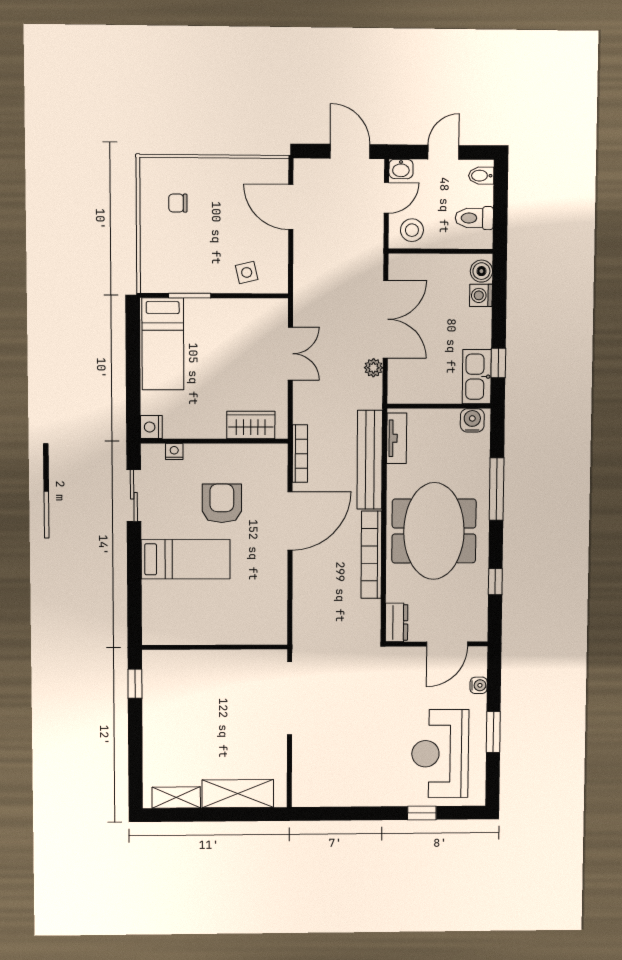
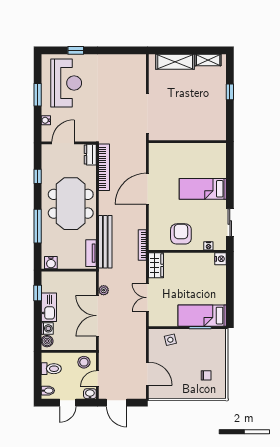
bed: (163, 344) -> (202, 316), moved, turned -90
kitchen sink: (477, 377) -> (49, 307), moved
wardrobe: (251, 425) -> (156, 265), moved, turned -90
armchair: (222, 503) -> (181, 234), moved, turned 180
door: (290, 521) -> (147, 189), moved
bookcase: (371, 555) -> (104, 167), moved
window: (135, 684) -> (230, 92), moved

